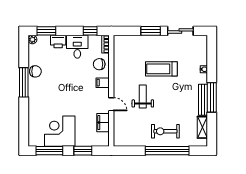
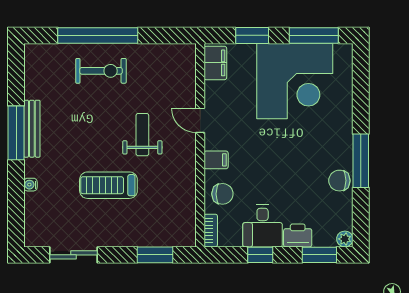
window: (90, 31) -> (260, 255), moved
window: (151, 31) -> (155, 255), moved
treadmill: (161, 69) -> (108, 185), turned 180
weight bench: (143, 96) -> (142, 135), turned 180
filing cabinet: (103, 123) -> (215, 63), moved
shelving: (202, 127) -> (33, 78), removed
corner desk: (60, 131) -> (295, 81), width x1.36, depth x1.36

